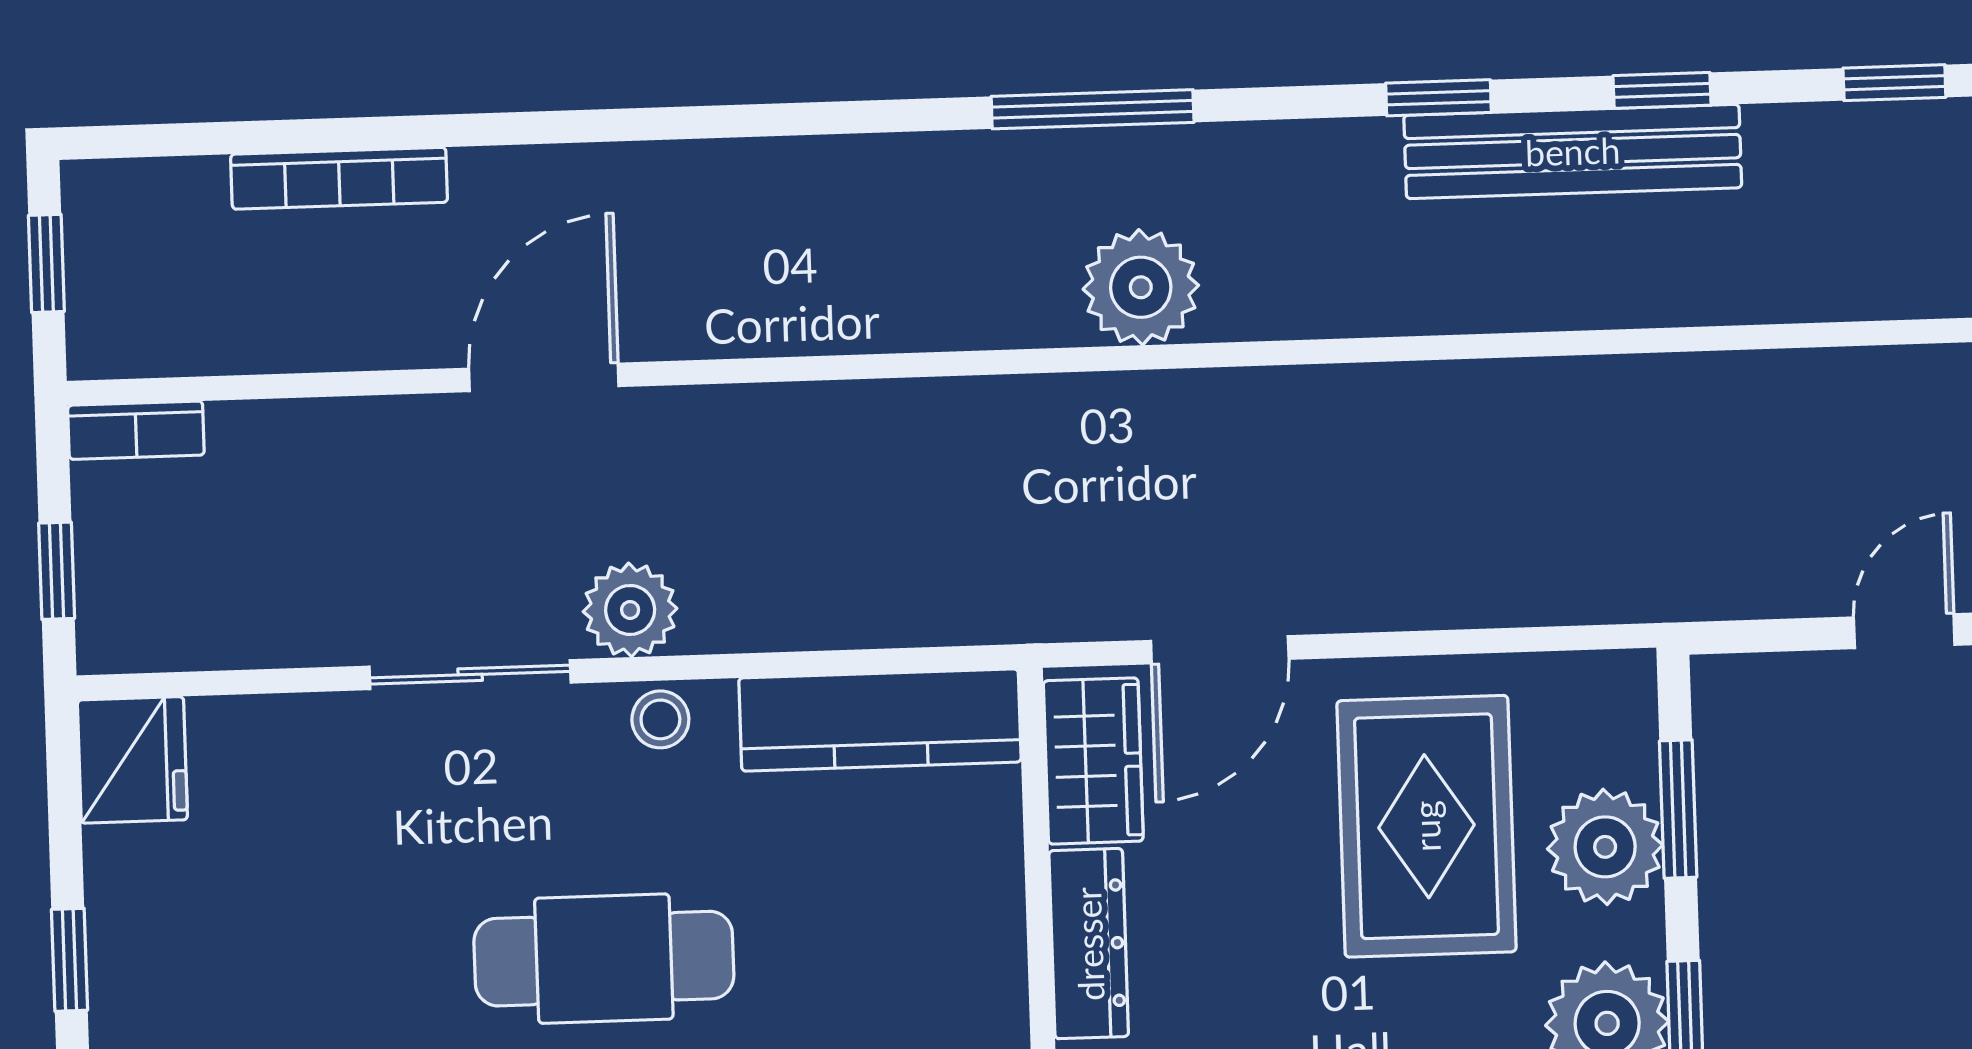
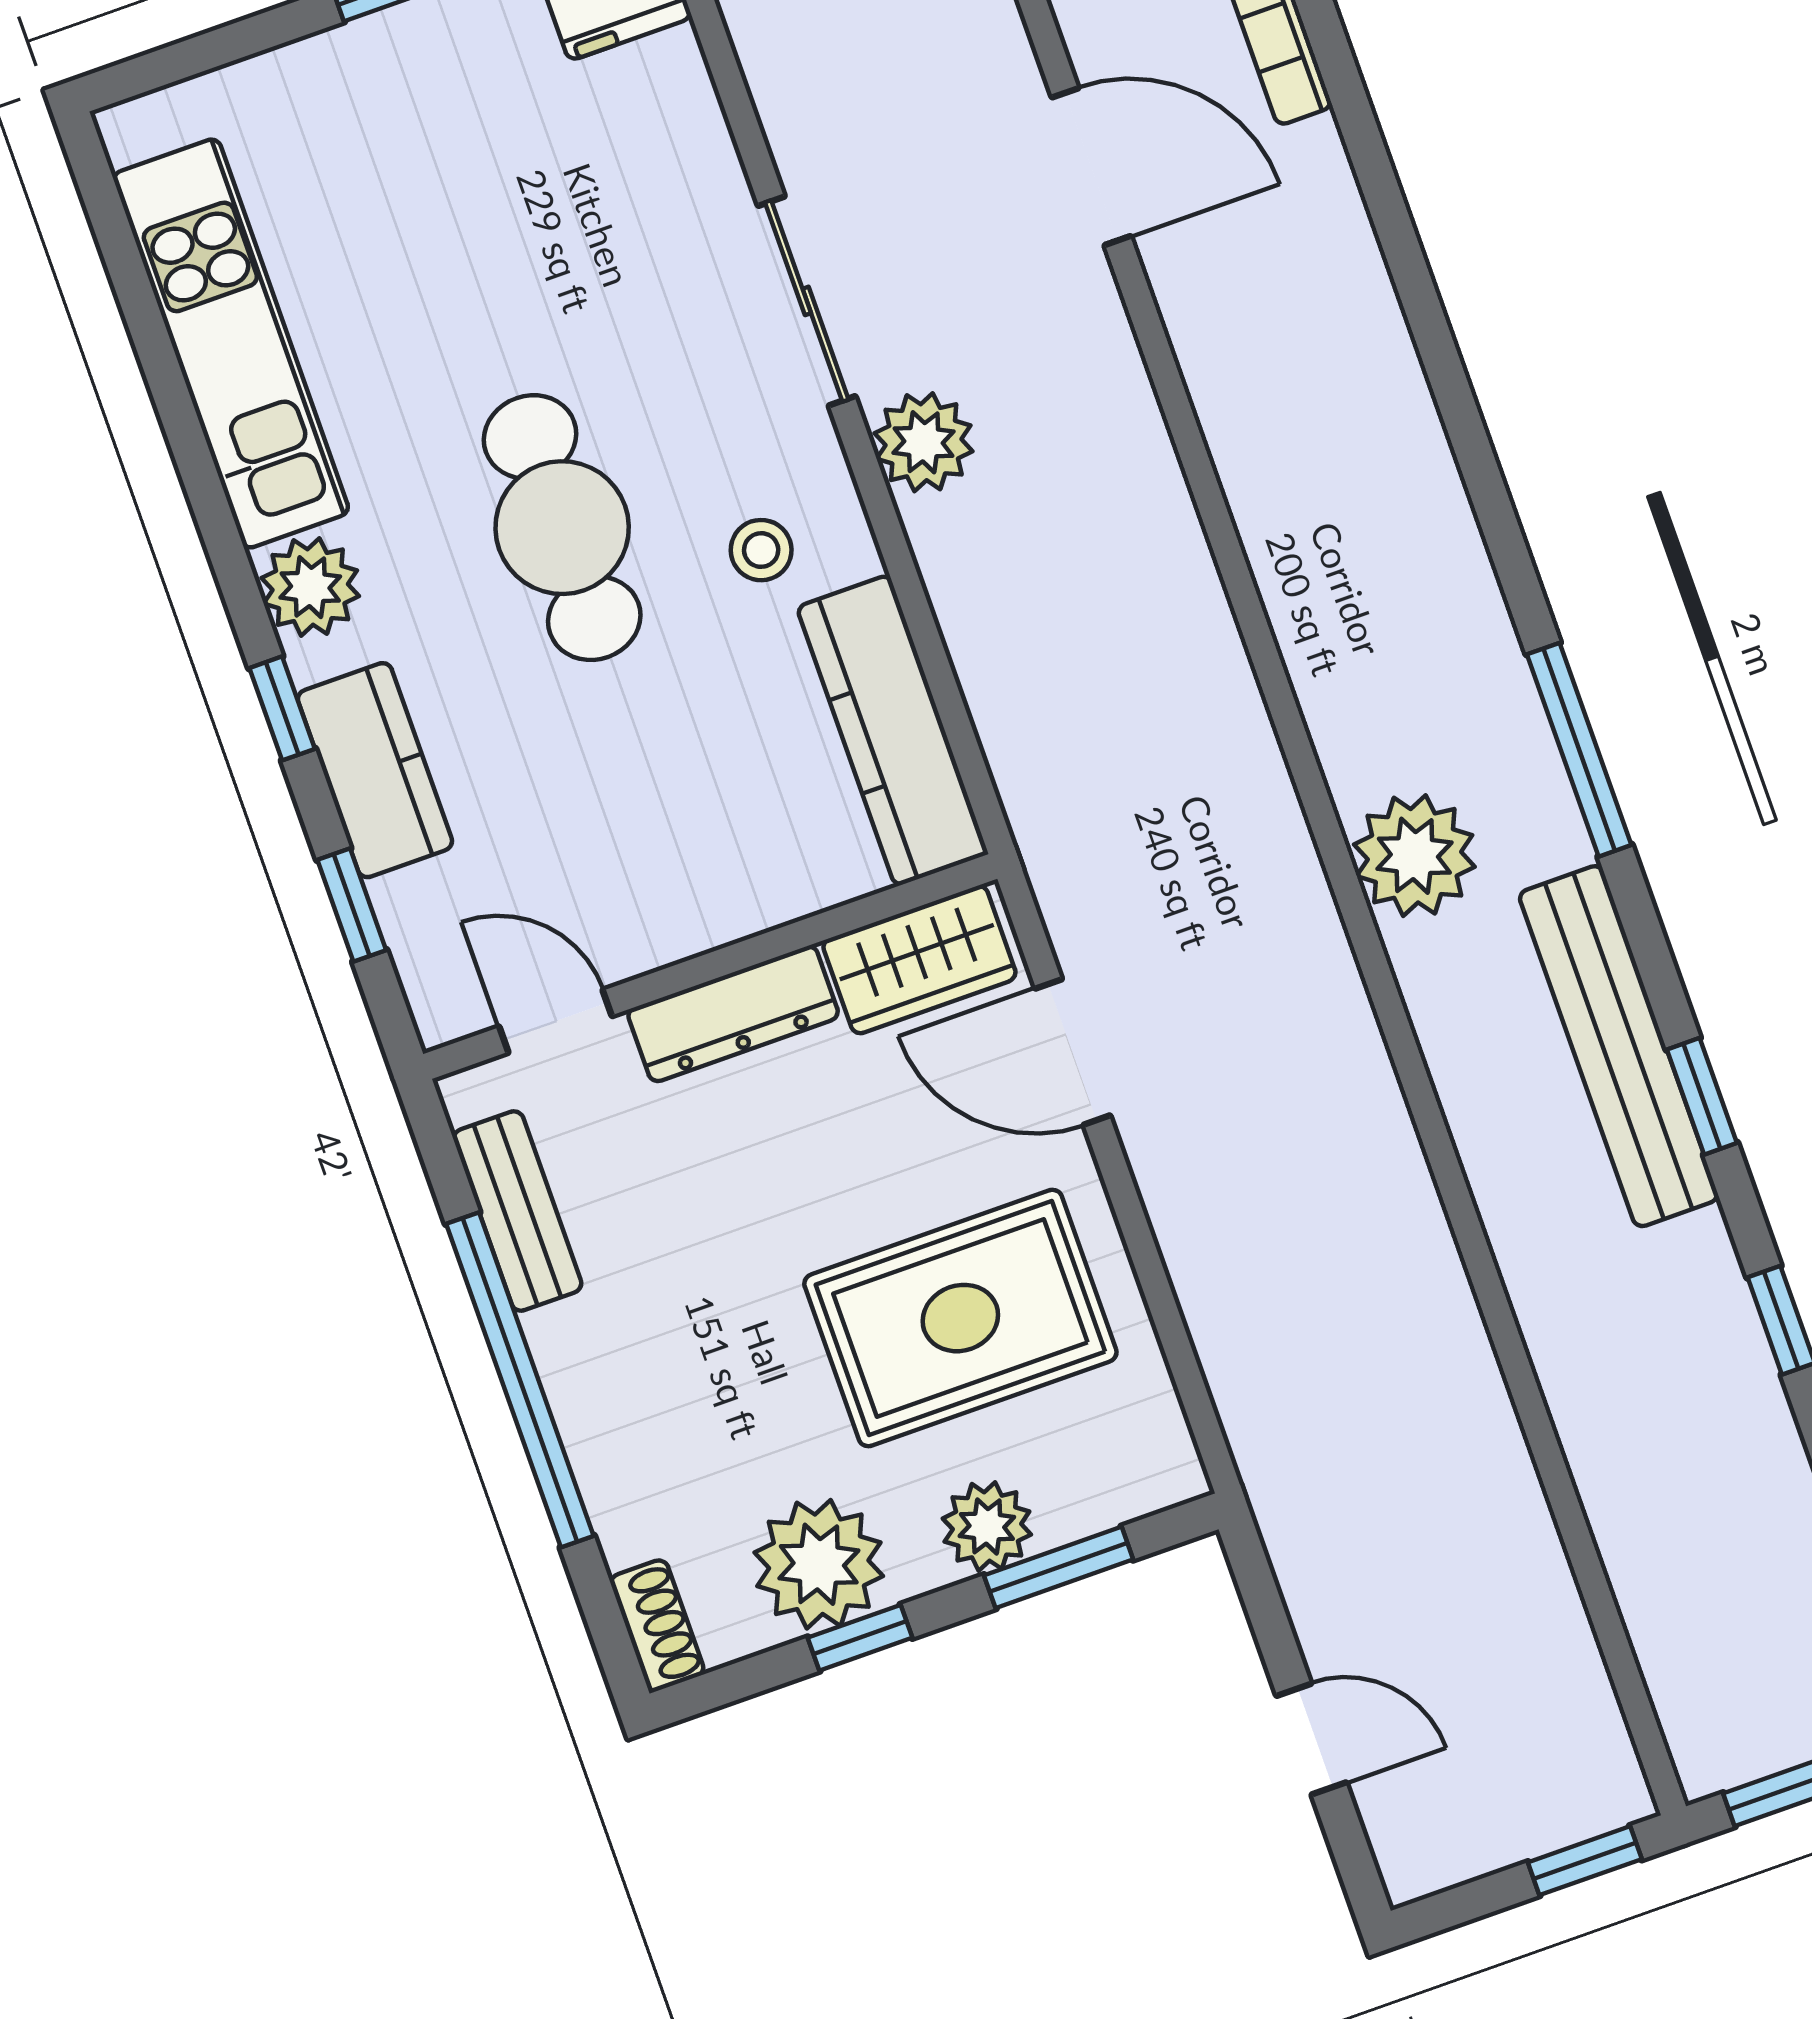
bench: (1573, 151) -> (1619, 1046), moved
door: (544, 377) -> (1091, 167), moved
stool: (660, 719) -> (761, 550), moved
plant: (1605, 847) -> (987, 1526), width x0.73, depth x0.73

